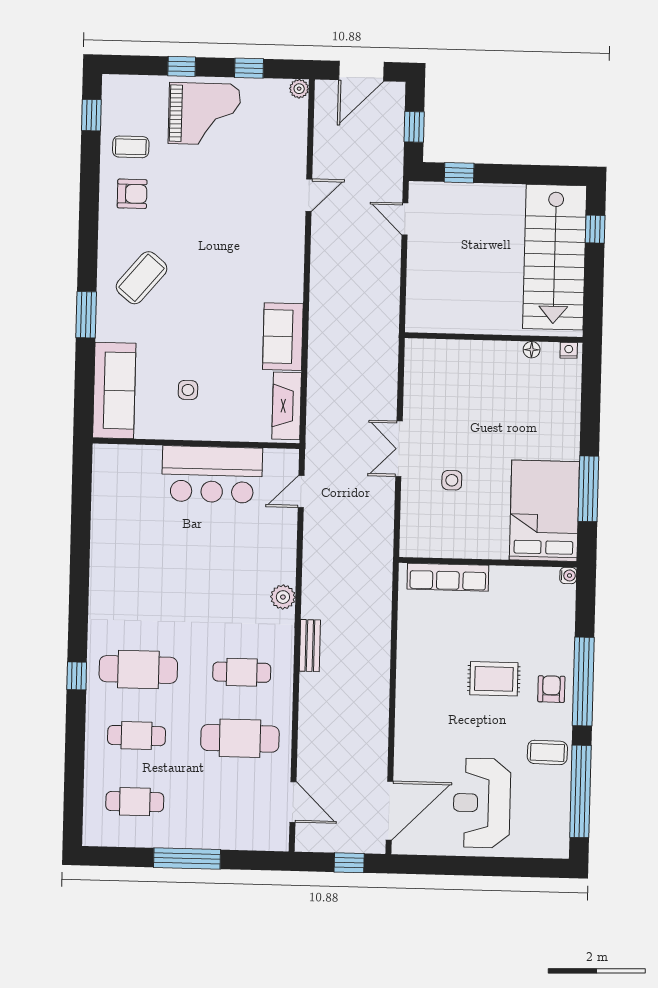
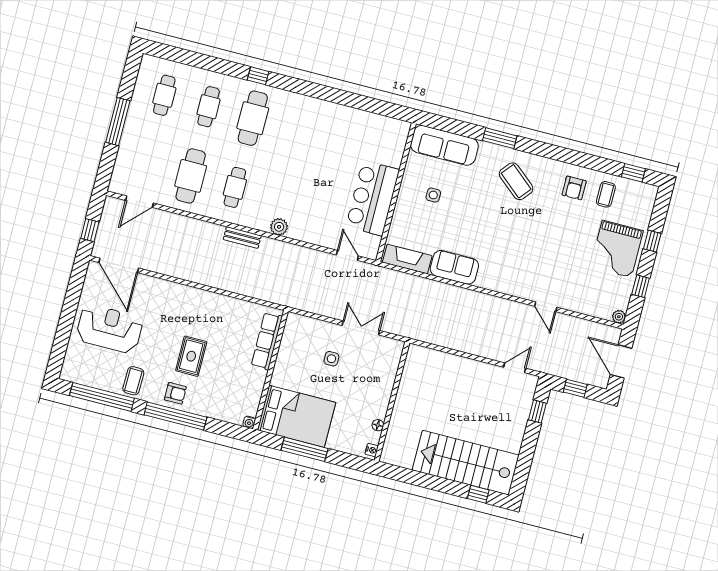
wall: (494, 338) -> (392, 402), moved
floor lamp: (532, 350) -> (378, 425), moved
nightstand: (569, 350) -> (372, 450), moved

